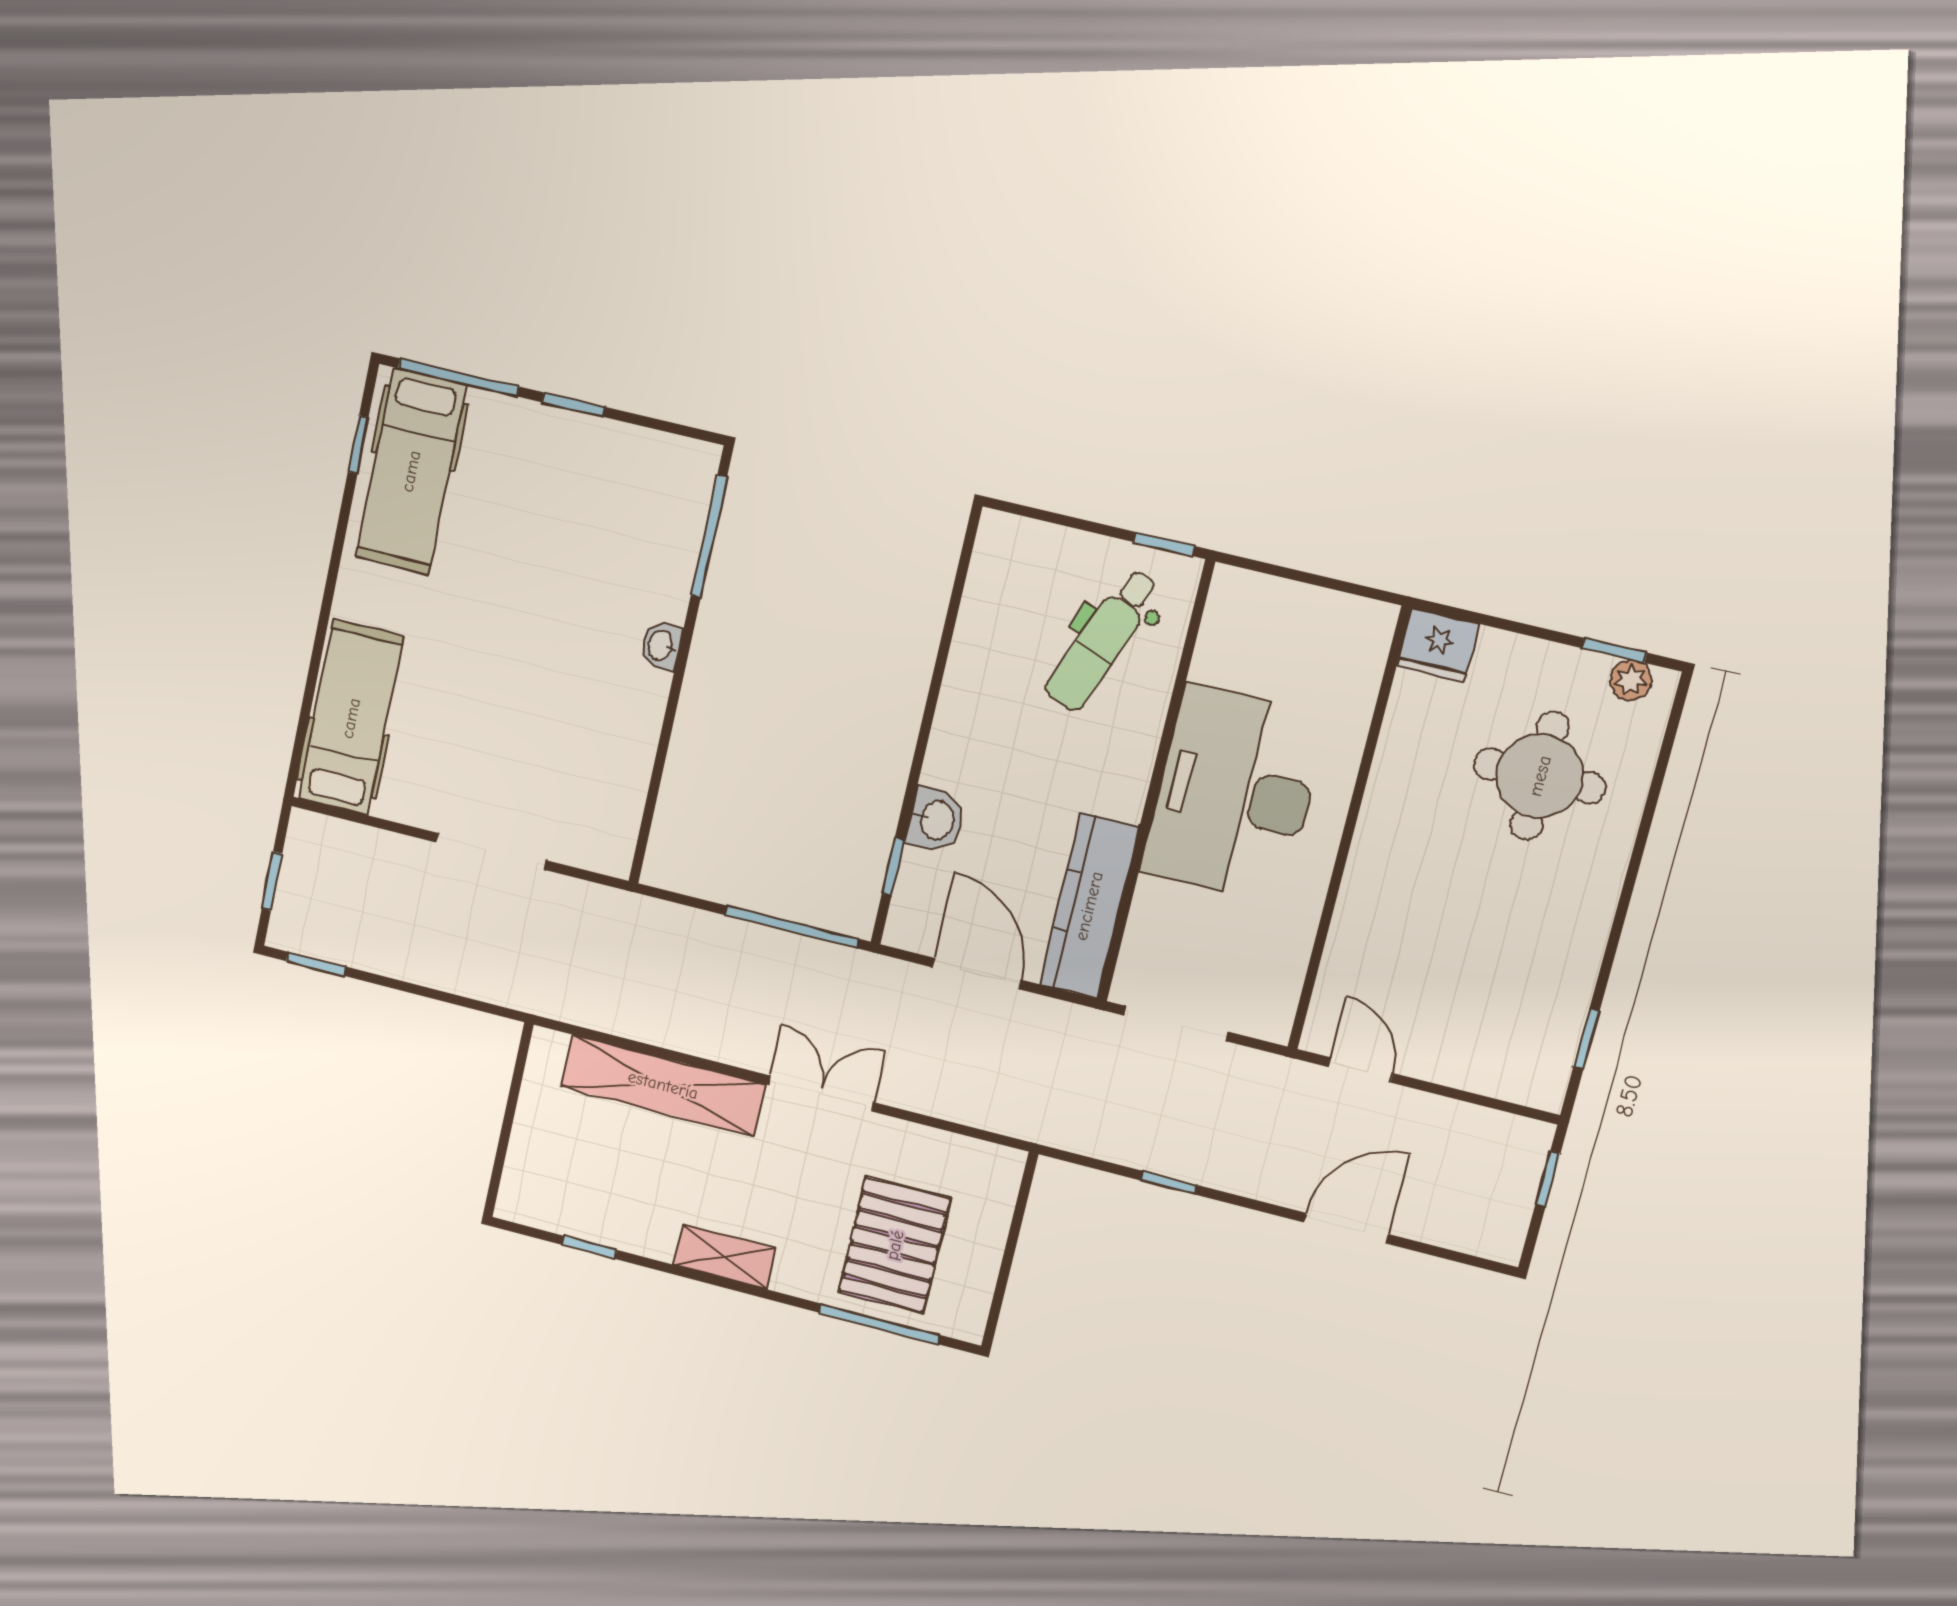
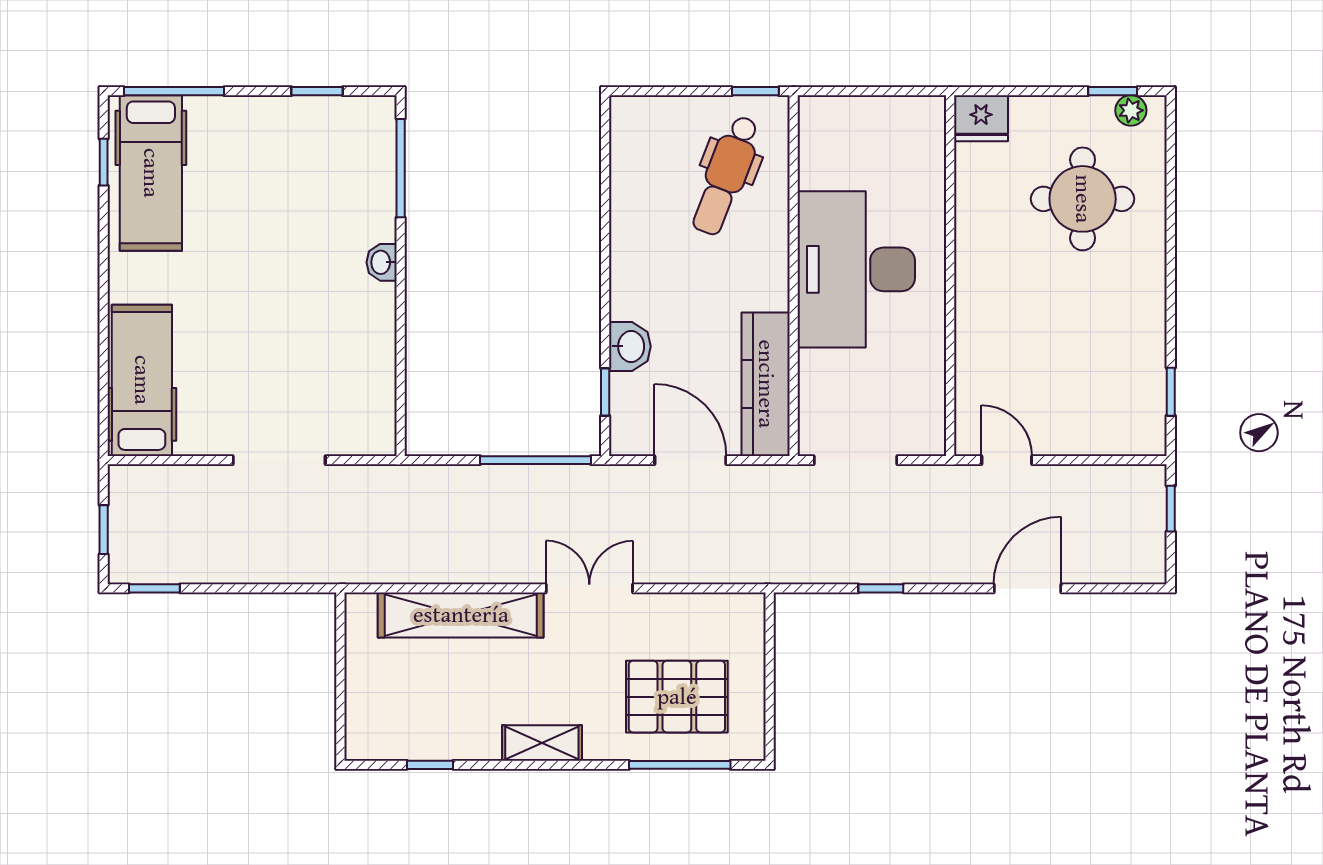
window: (573, 405) -> (317, 91), moved
pallet: (895, 1245) -> (677, 697), turned 90

